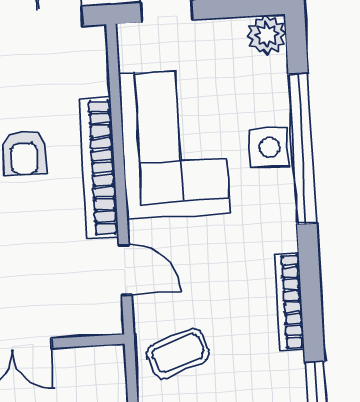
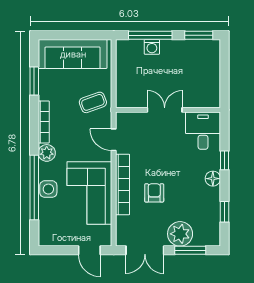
plant: (267, 35) -> (47, 153), moved

